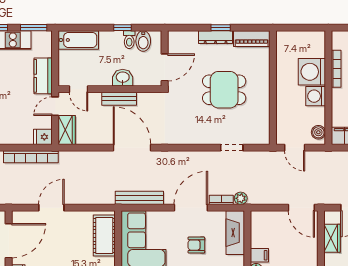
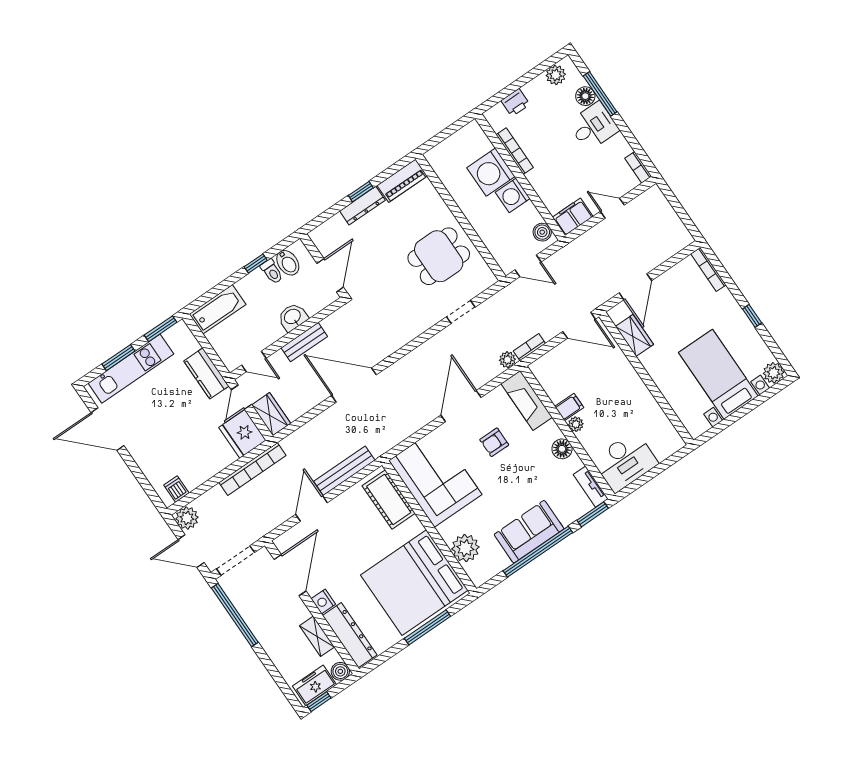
dining table: (224, 90) -> (439, 256), moved
fridge: (43, 137) -> (242, 434), width x1.88, depth x1.34
bench: (139, 198) -> (344, 471), moved
bookcase: (221, 200) -> (529, 347), moved

